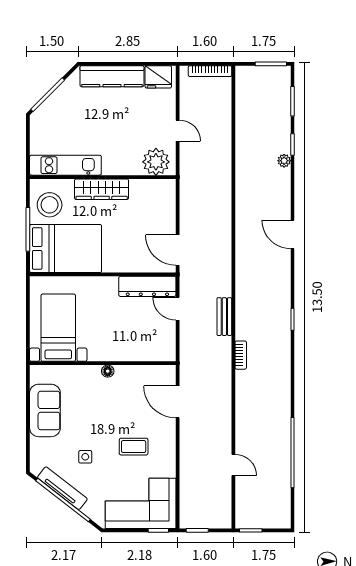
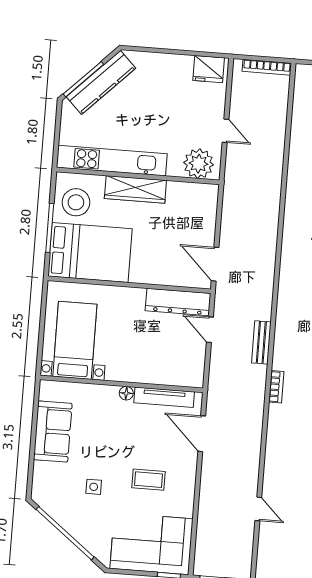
kitchen counter: (112, 76) -> (101, 82), moved, turned -45
kitchen unit: (65, 165) -> (112, 161), width x1.36
tv unit: (62, 488) -> (164, 397), moved, turned 142

